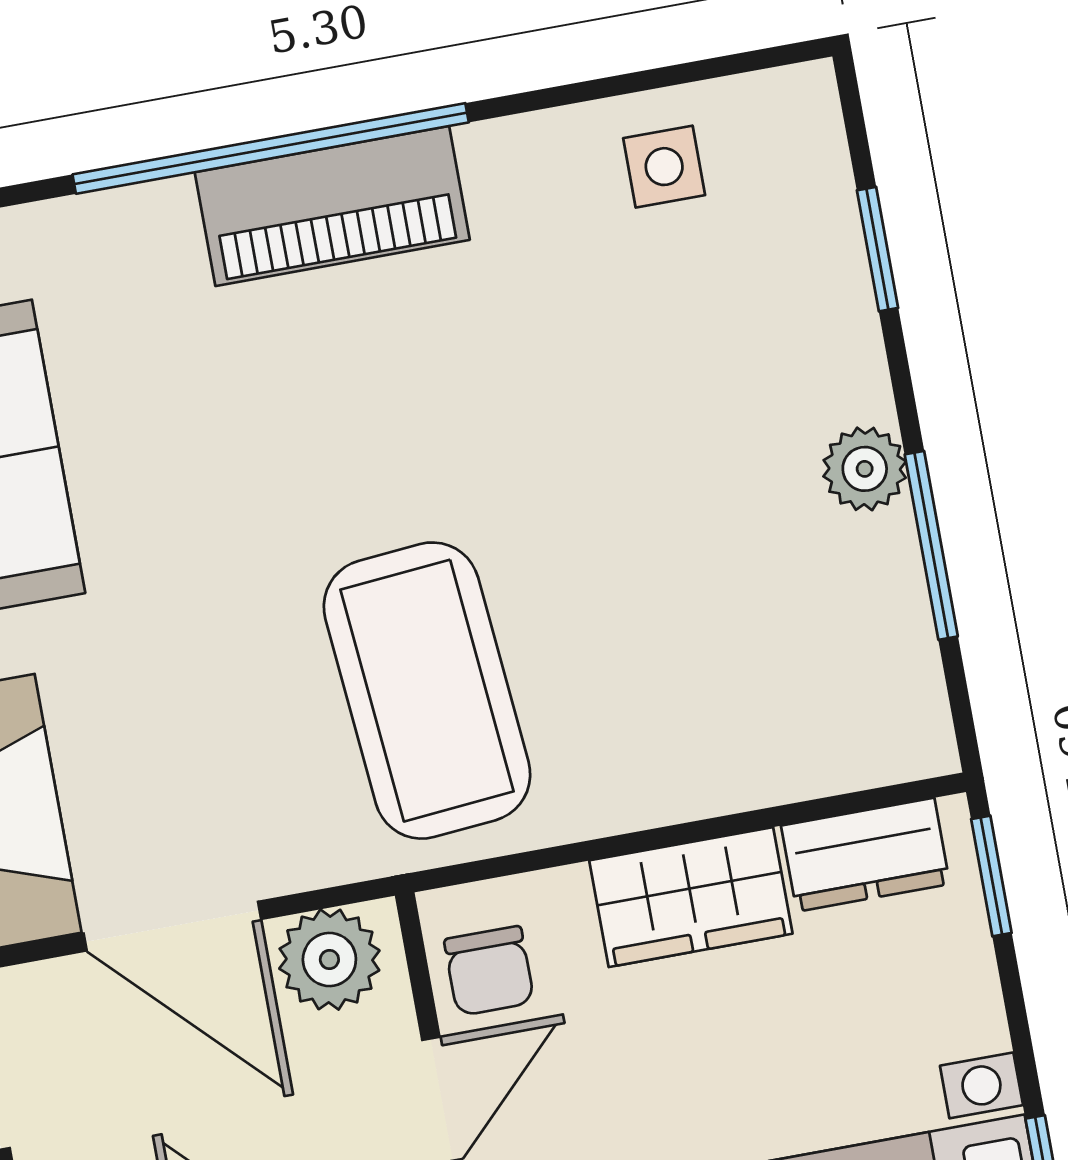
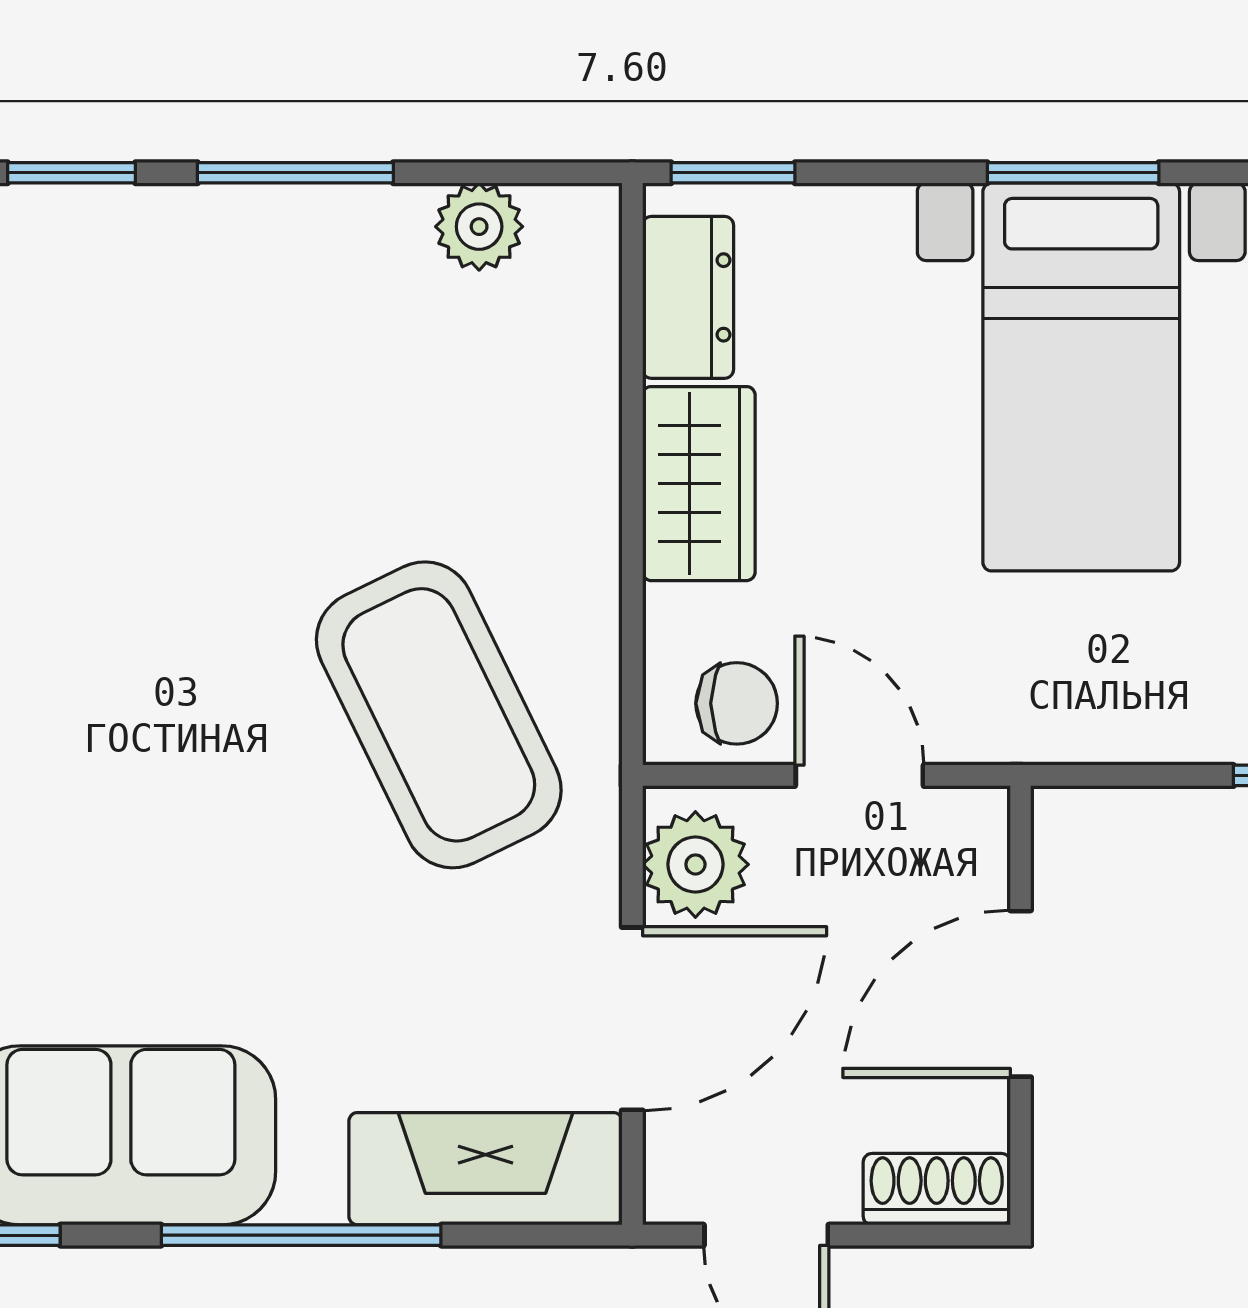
plant: (865, 469) -> (479, 227), moved
window: (931, 545) -> (295, 173), moved
coffee table: (427, 691) -> (439, 715), turned 69

